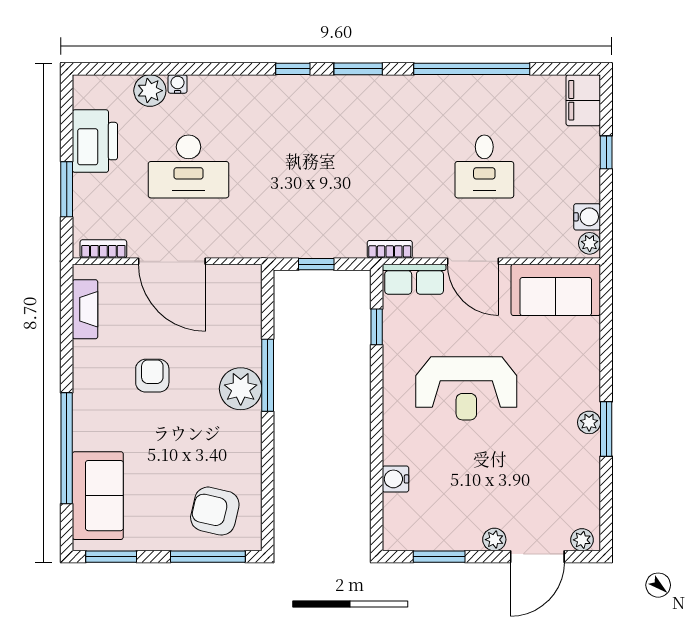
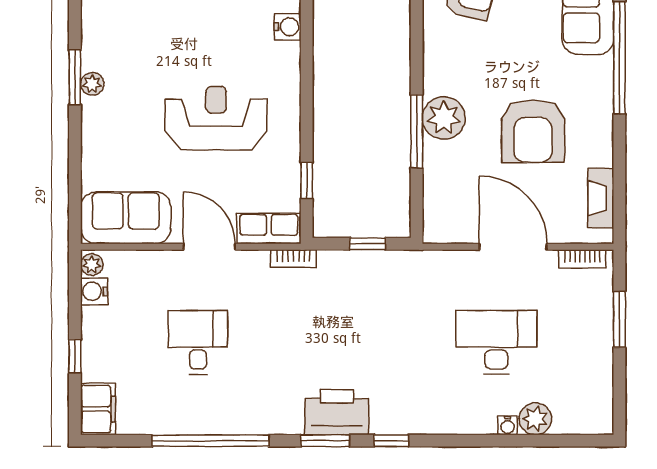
printer: (95, 141) -> (337, 412), moved, turned 90
armchair: (152, 376) -> (533, 131), width x1.88, depth x1.88

